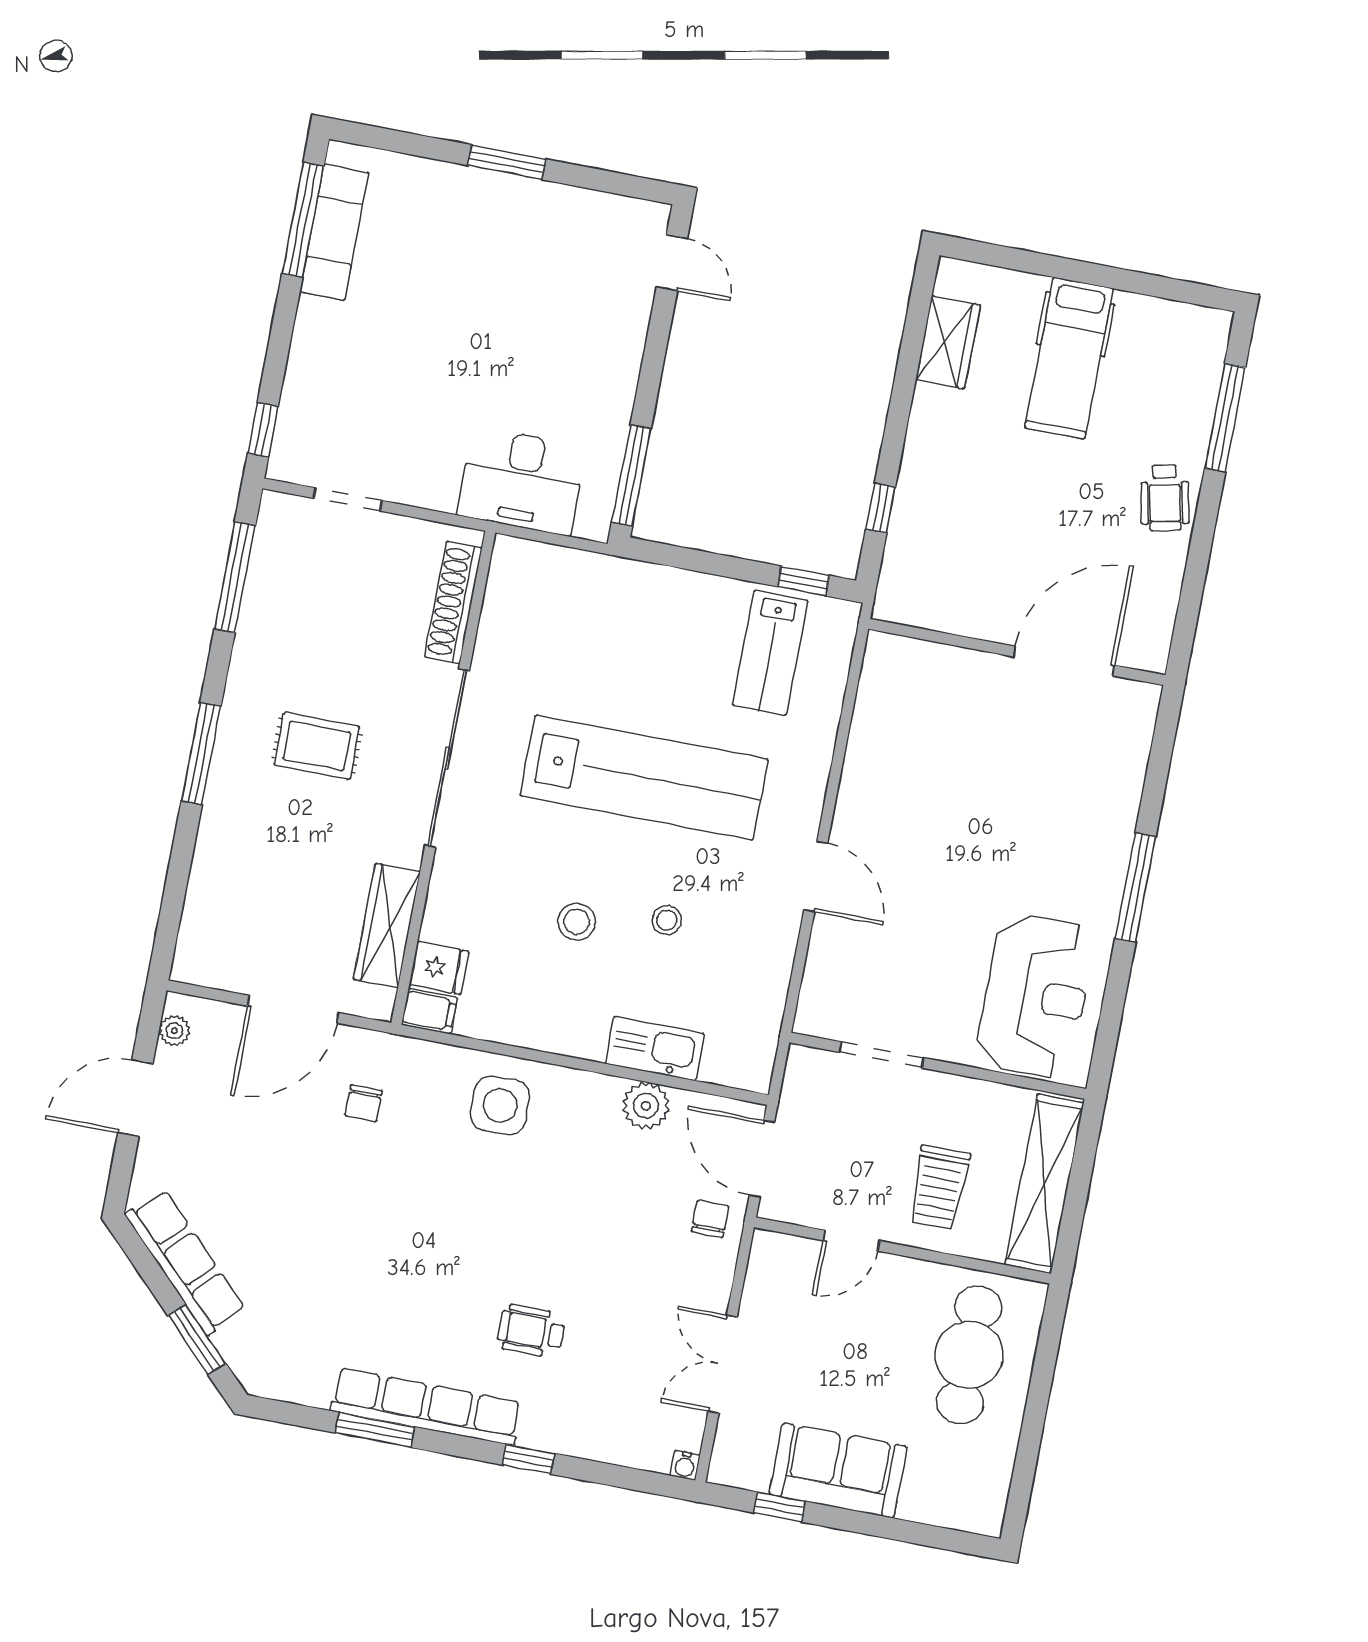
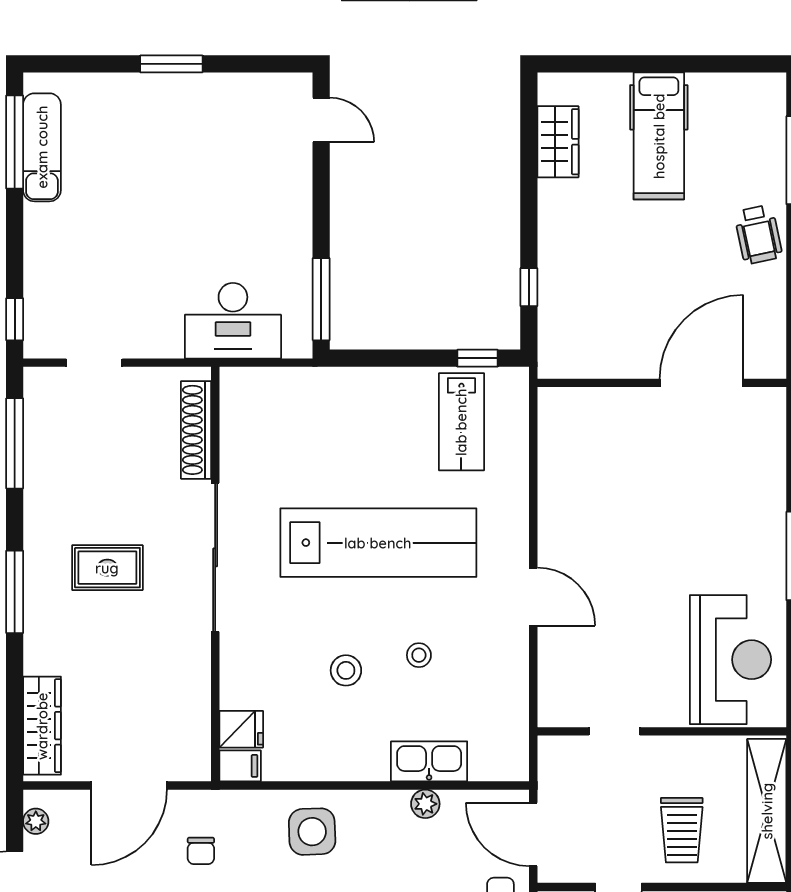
wardrobe: (387, 926) -> (42, 726), moved, turned 180
doorway: (881, 1055) -> (614, 731), width x0.73
plant: (646, 1106) -> (425, 804), width x0.73, depth x0.73

